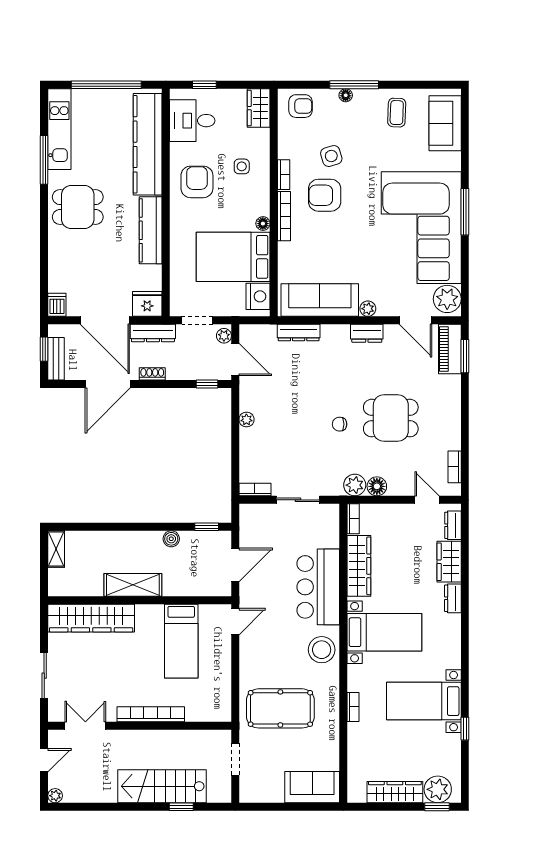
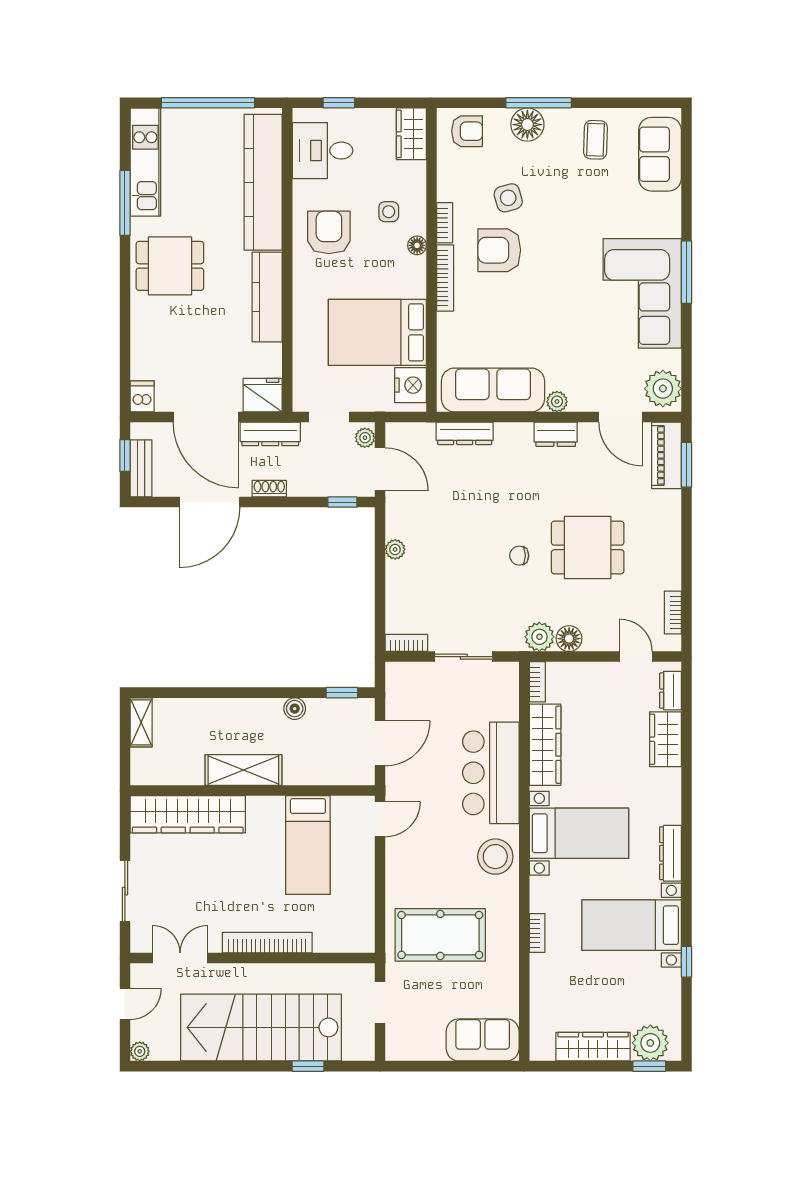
floor lamp: (346, 95) -> (527, 125), width x1.89, depth x1.89
floor lamp: (263, 224) -> (417, 245), moved
corner sofa: (421, 228) -> (642, 293), width x0.73, depth x0.74
dresser: (453, 598) -> (670, 853), moved, width x1.44
stairs: (162, 786) -> (261, 1027), width x1.36, depth x1.51

